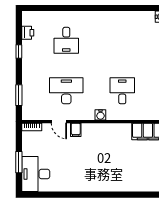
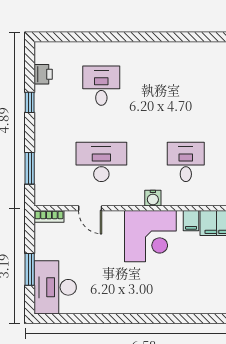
desk: (66, 40) -> (101, 86), turned 180
filing cabinet: (76, 130) -> (191, 221), moved
corner desk: (99, 140) -> (150, 236), added

